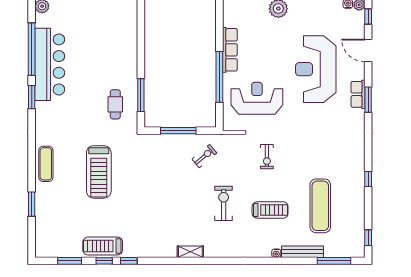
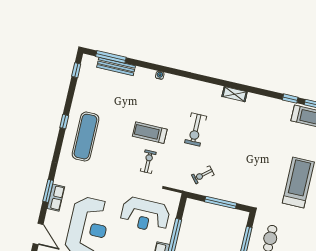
exercise mat: (320, 206) -> (85, 137), moved
treadmill: (270, 210) -> (150, 133), moved
bench: (302, 252) -> (116, 66), moved

